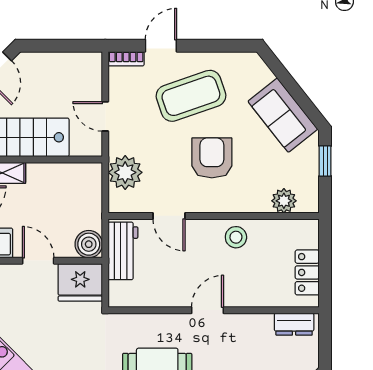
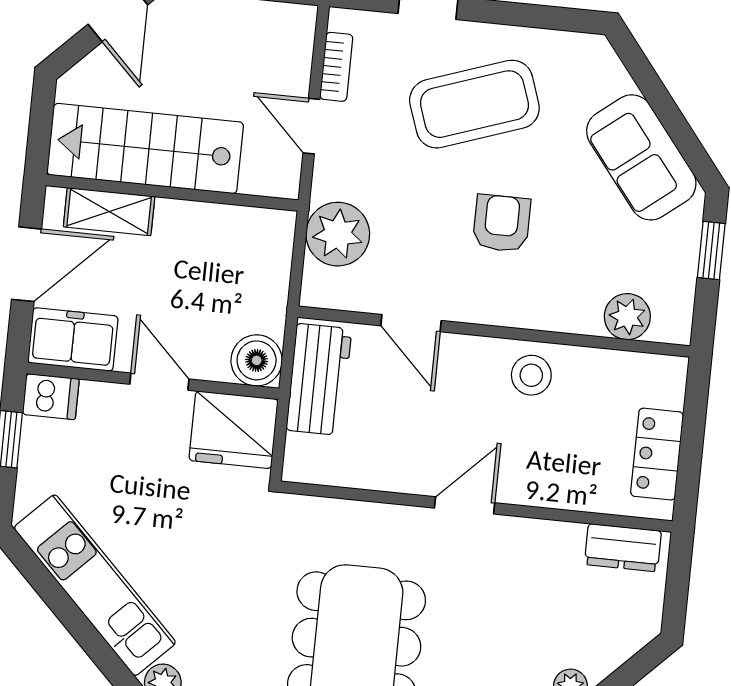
bookcase: (126, 59) -> (336, 67), moved, turned -90
armchair: (212, 158) -> (502, 223), width x0.72, depth x0.72

